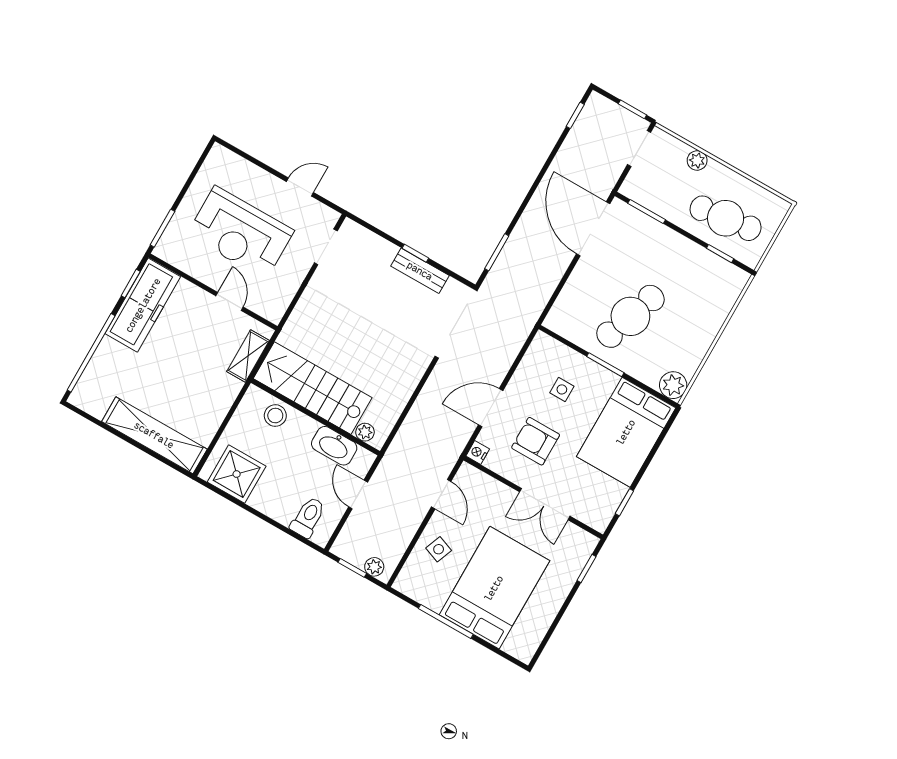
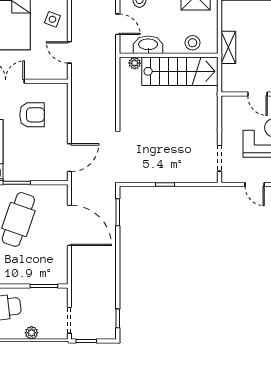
door: (300, 187) -> (255, 184), hinge flipped
door: (593, 229) -> (69, 225), moved
bench: (420, 271) -> (156, 176), removed
shelving: (248, 356) -> (228, 47), moved
side table: (562, 389) -> (34, 154), removed
door: (491, 408) -> (69, 158), moved
nightstand: (478, 452) -> (62, 89), removed

